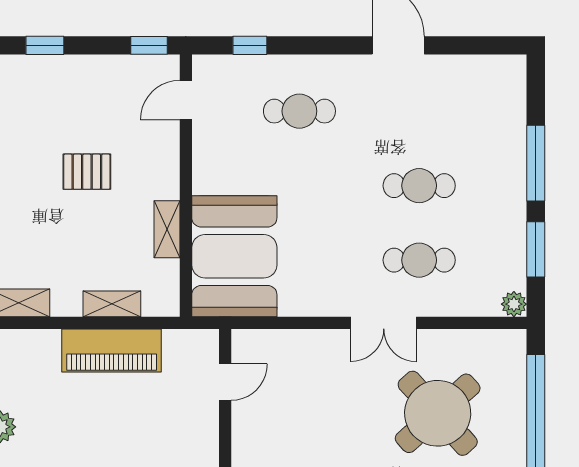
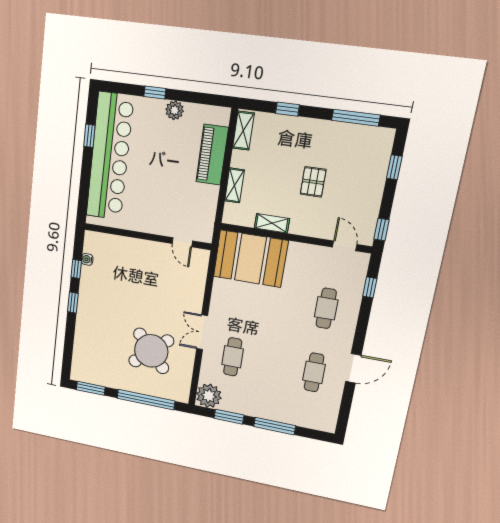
cafe table: (419, 186) -> (314, 372), moved
plant: (514, 304) -> (209, 396), width x1.88, depth x1.88
piano: (112, 350) -> (212, 155), moved

